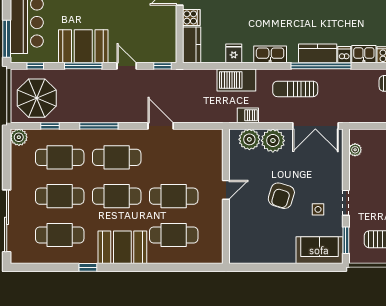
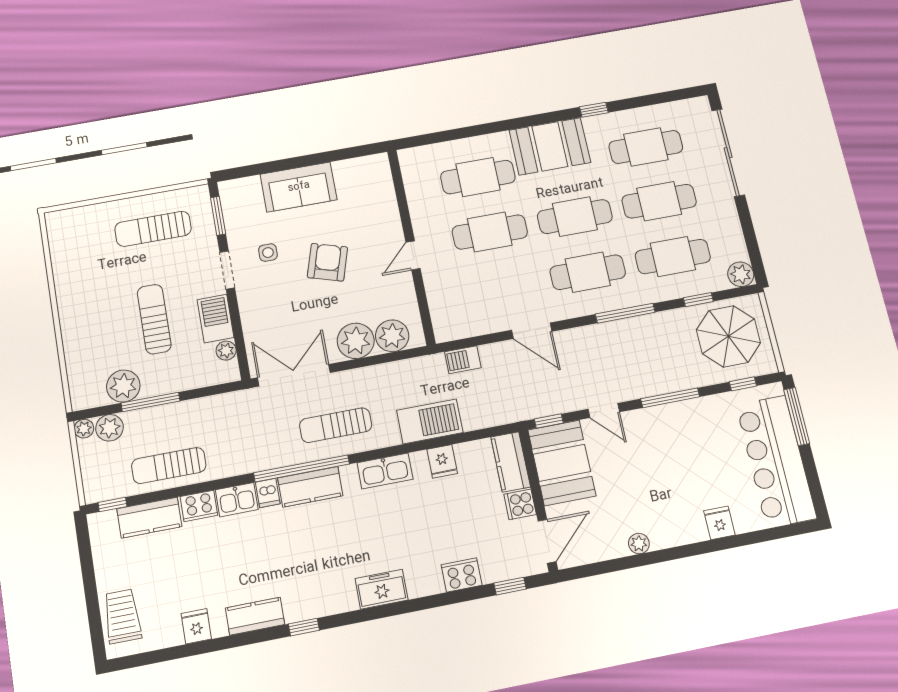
booth: (83, 46) -> (562, 463), moved, turned 90
sun lounger: (295, 89) -> (336, 425), turned 180
barbecue: (248, 115) -> (463, 360), moved
barbecue: (358, 172) -> (216, 319), added
sofa: (319, 250) -> (299, 187), moved

